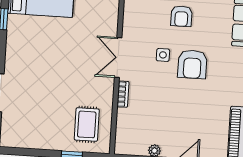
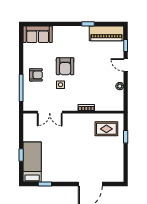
double door: (118, 57) -> (50, 112), moved
armchair: (192, 64) -> (65, 66), turned 90

